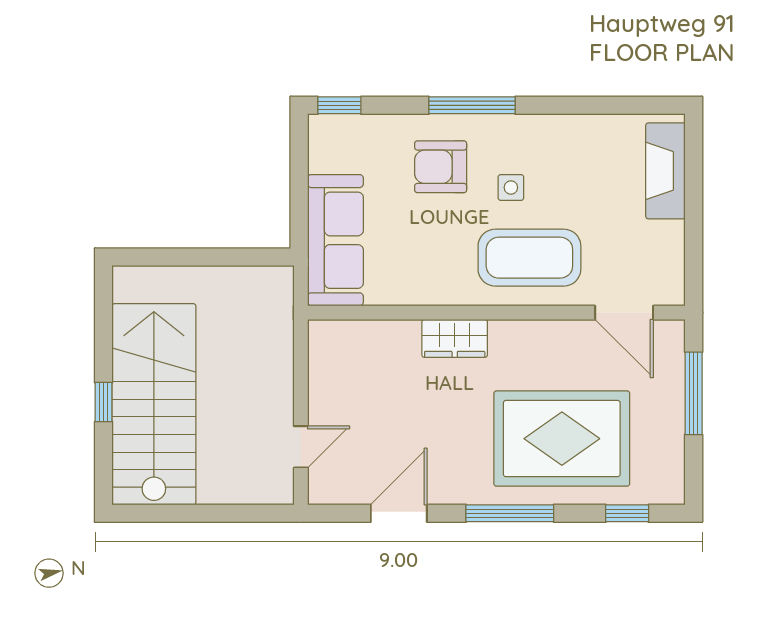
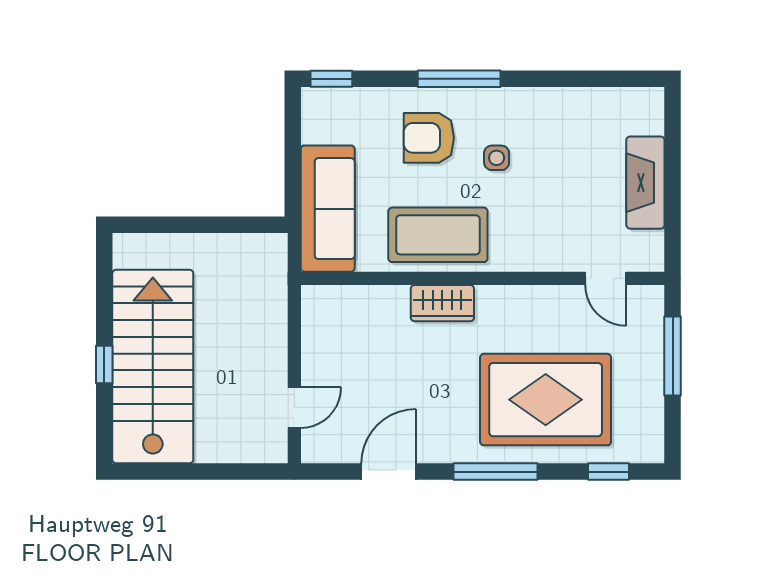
fireplace: (665, 171) -> (645, 183), moved
coffee table: (529, 258) -> (438, 235), moved
door: (624, 313) -> (606, 278), width x0.73

